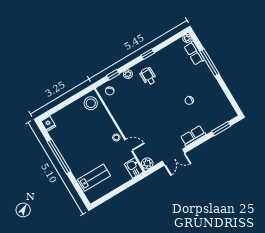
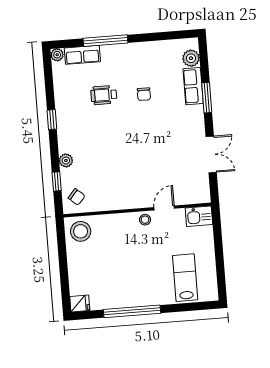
wheelchair: (148, 76) -> (104, 95), moved
window: (221, 129) -> (207, 98), moved
row of seats: (193, 136) -> (193, 86), moved
plant: (147, 163) -> (191, 58), moved

